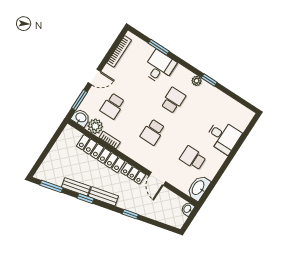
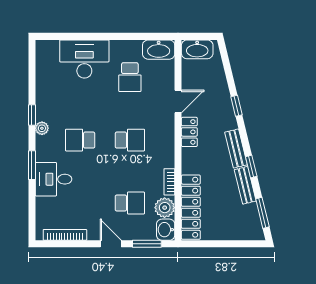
window: (159, 47) -> (32, 165), moved
desk: (223, 137) -> (84, 59), width x1.37
locker: (101, 154) -> (191, 207), moved
washbasin: (188, 209) -> (197, 49), width x1.91, depth x1.45

